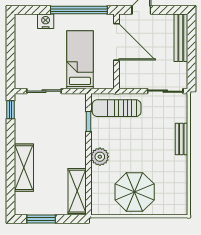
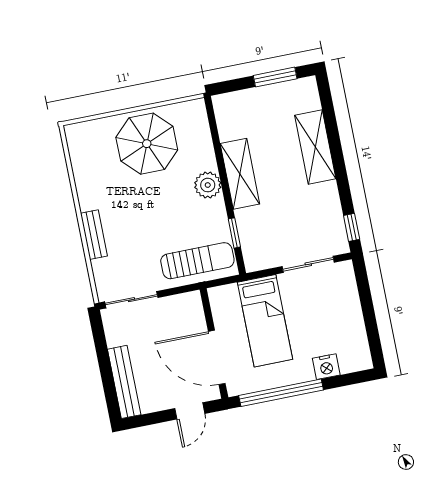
shelving: (77, 191) -> (240, 174), moved

